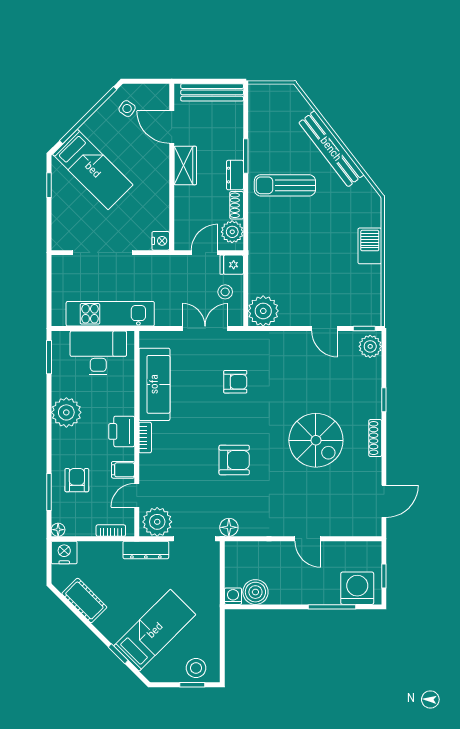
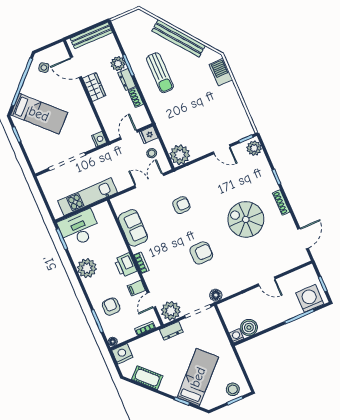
sun lounger: (285, 185) -> (160, 73), turned -90
plant: (232, 232) -> (118, 64), moved
barbecue: (370, 246) -> (221, 72), moved
desk: (98, 353) -> (79, 229), moved
sofa: (154, 384) -> (133, 228), width x0.73
spiral stairs: (316, 440) -> (246, 219), turned 180
dresser: (146, 550) -> (171, 331), width x0.70

